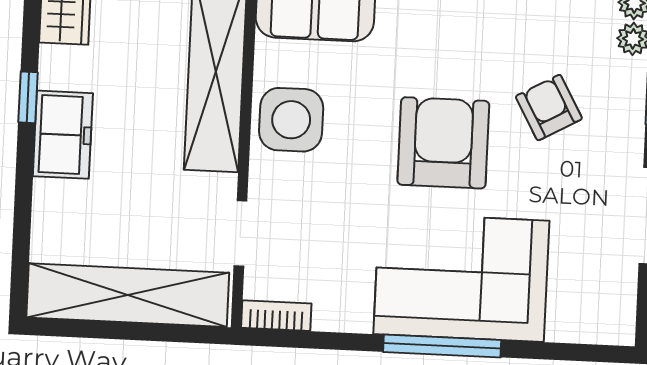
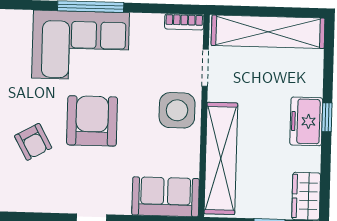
window: (28, 97) -> (327, 117), moved
side table: (291, 120) -> (177, 110), moved
armchair: (443, 143) -> (92, 121), turned 180

